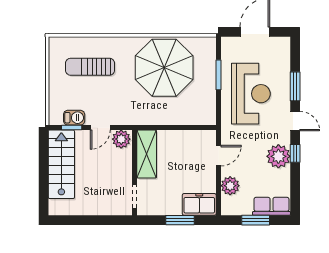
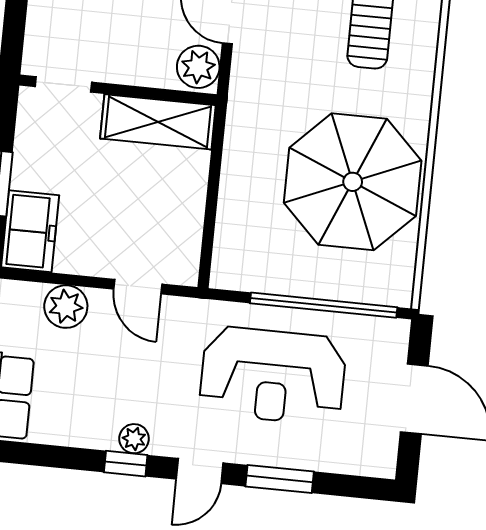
window: (218, 75) -> (324, 305), width x2.11
plant: (278, 156) -> (134, 439), width x0.53, depth x0.53

